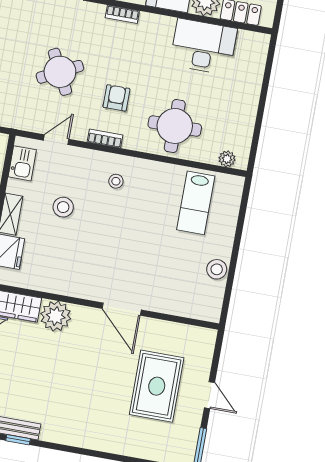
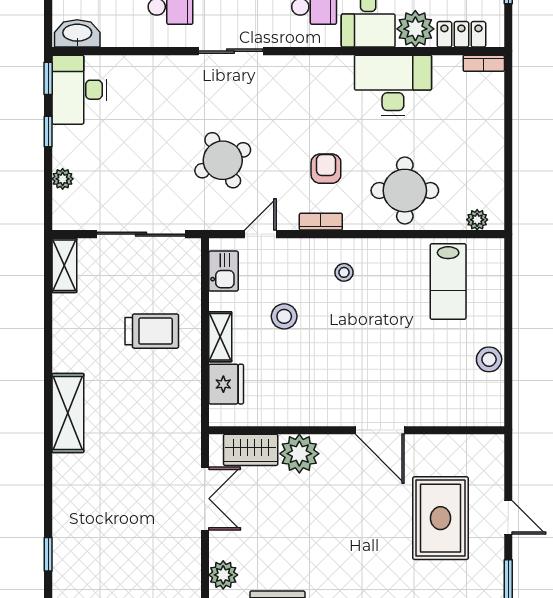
bookcase: (122, 14) -> (484, 63), moved
desk: (203, 47) -> (393, 85), moved
round table: (60, 72) -> (223, 160), moved

